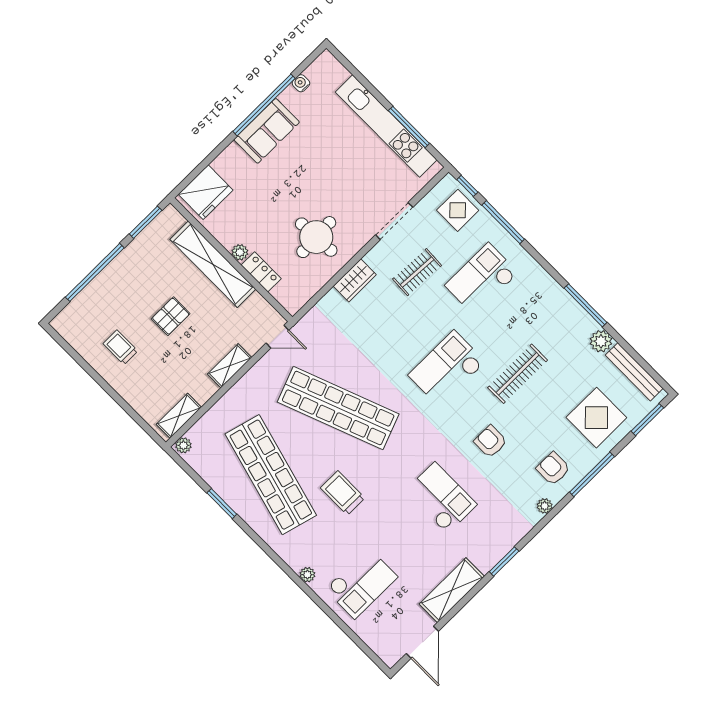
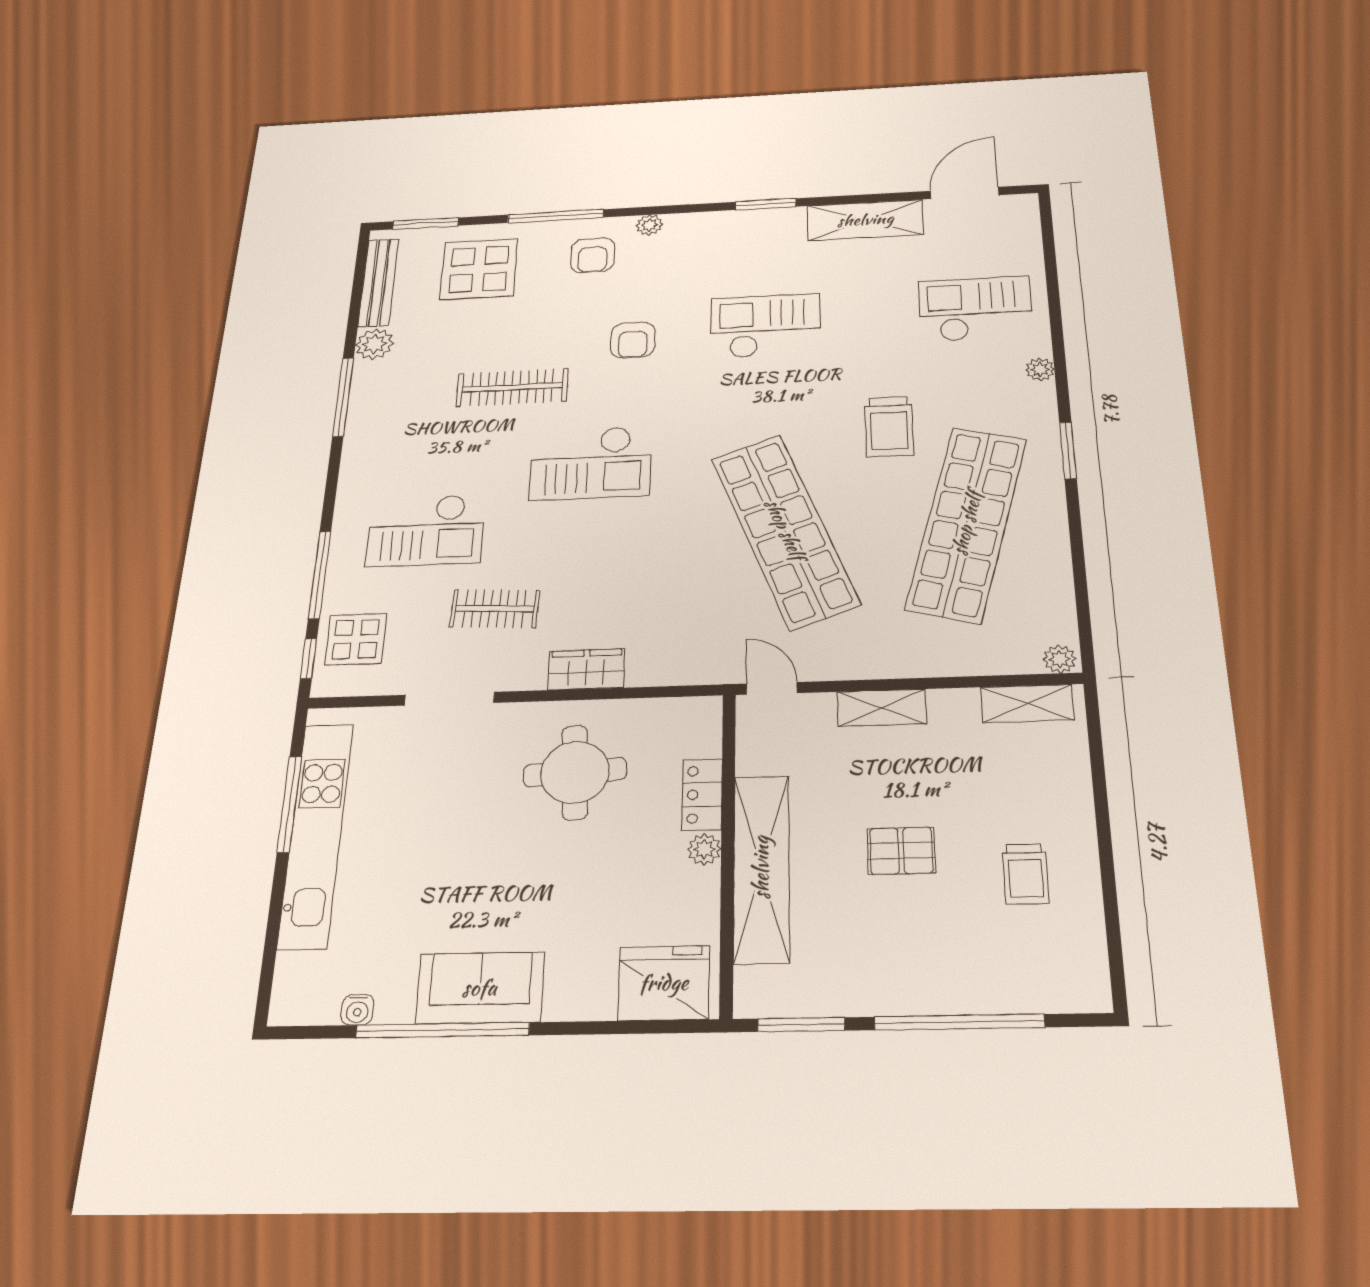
checkout: (441, 498) -> (765, 326), turned 90
window: (222, 504) -> (1068, 450), moved

